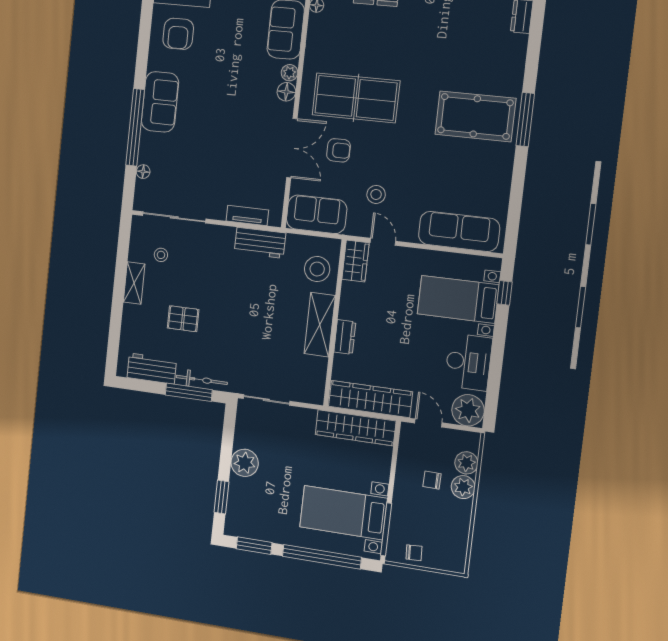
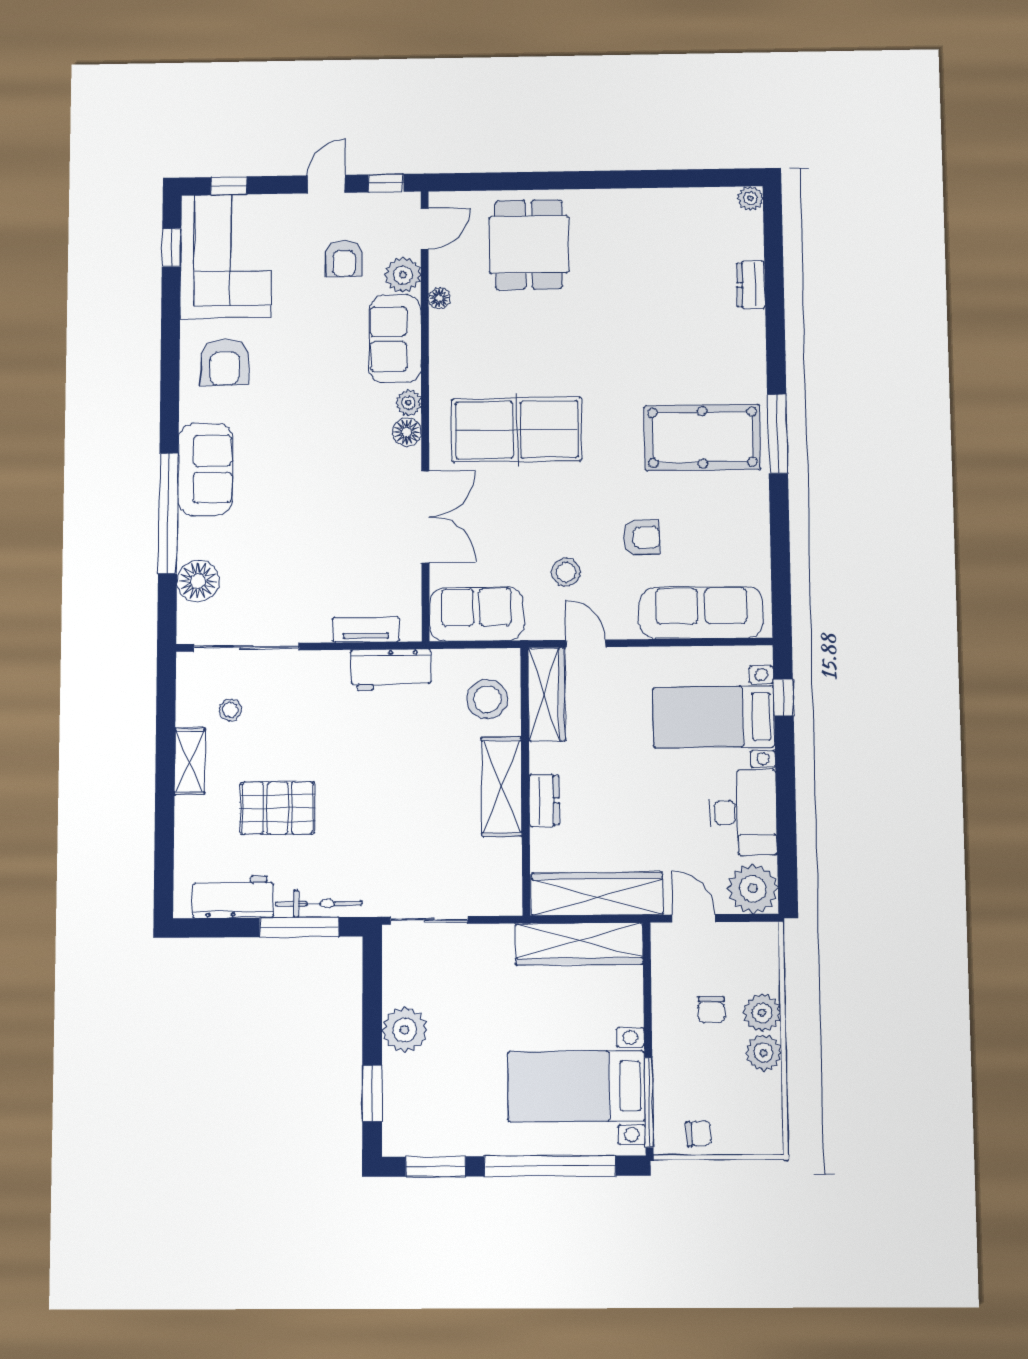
armchair: (339, 150) -> (641, 537), moved
floor lamp: (143, 172) -> (198, 581), width x1.89, depth x1.89
wardrobe: (355, 261) -> (547, 694), width x1.50
pallet: (183, 319) -> (277, 808), width x1.50, depth x1.42
plant: (466, 463) -> (763, 1053), moved
chair: (432, 480) -> (712, 1010), turned -91

